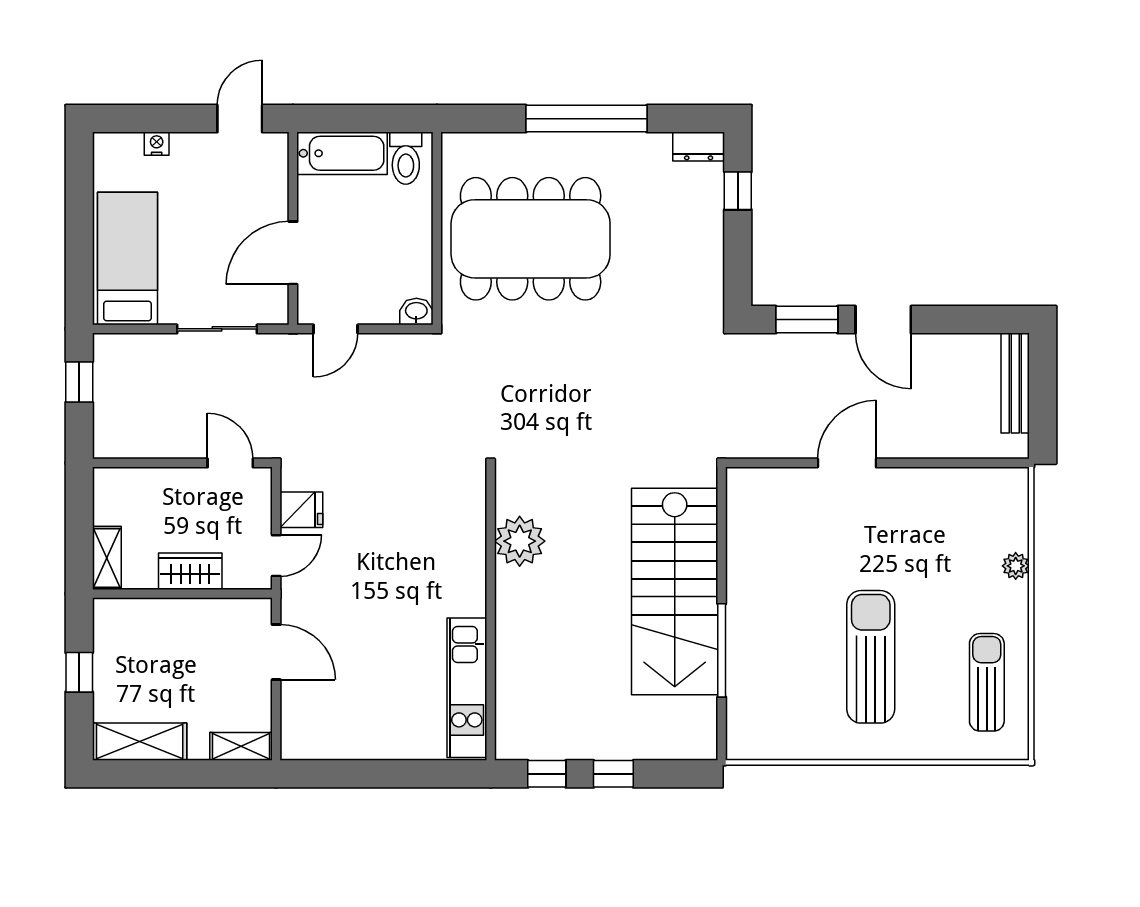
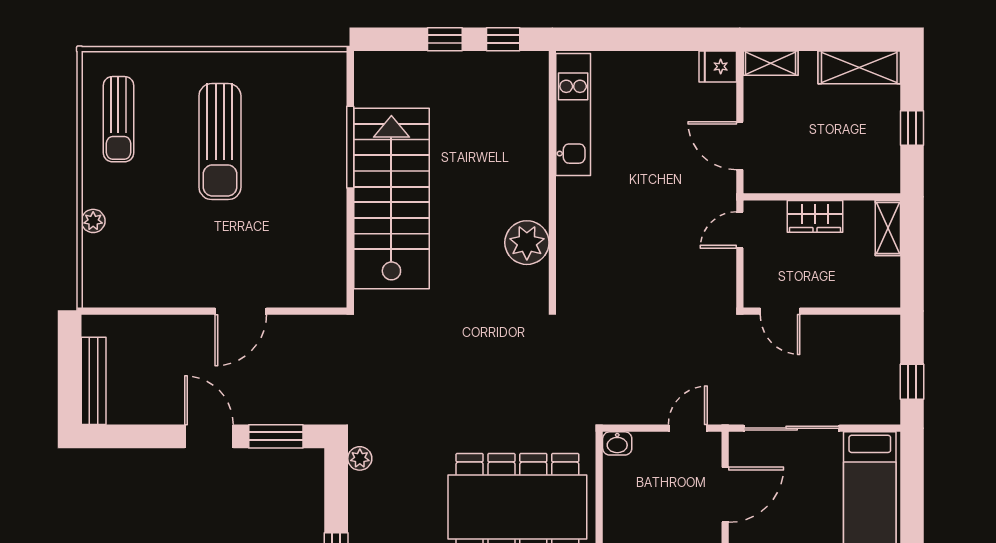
plant: (711, 294) -> (360, 458), added
sliding door: (217, 329) -> (792, 428), width x1.37
fridge: (301, 510) -> (718, 66), moved

